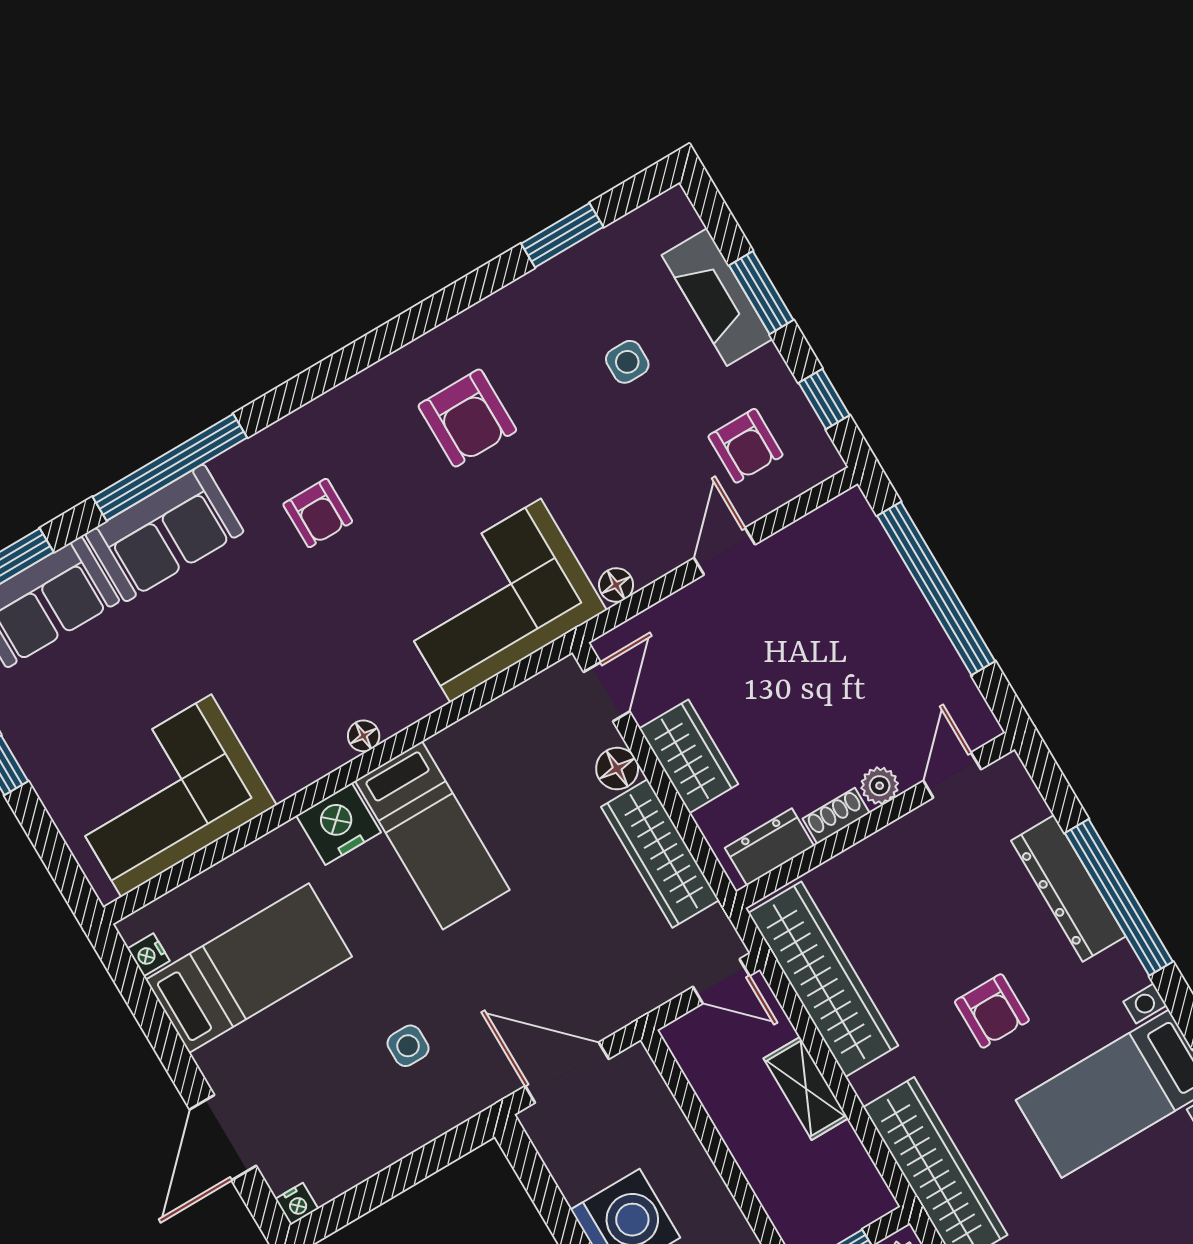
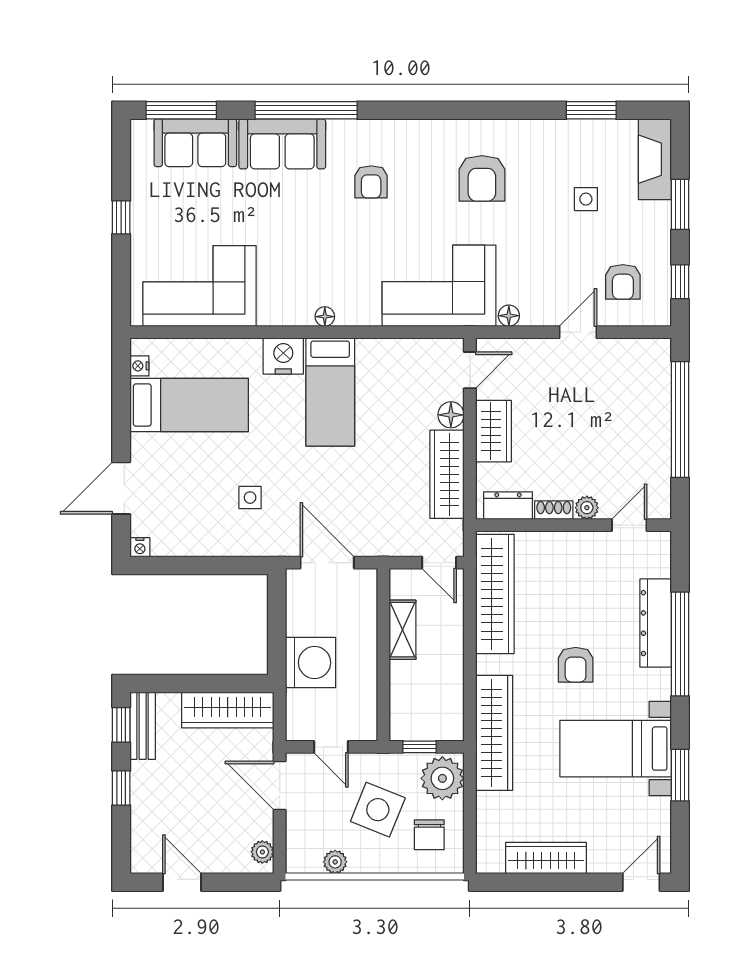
fireplace: (717, 297) -> (655, 159), moved
shelving: (806, 1088) -> (402, 630), moved

